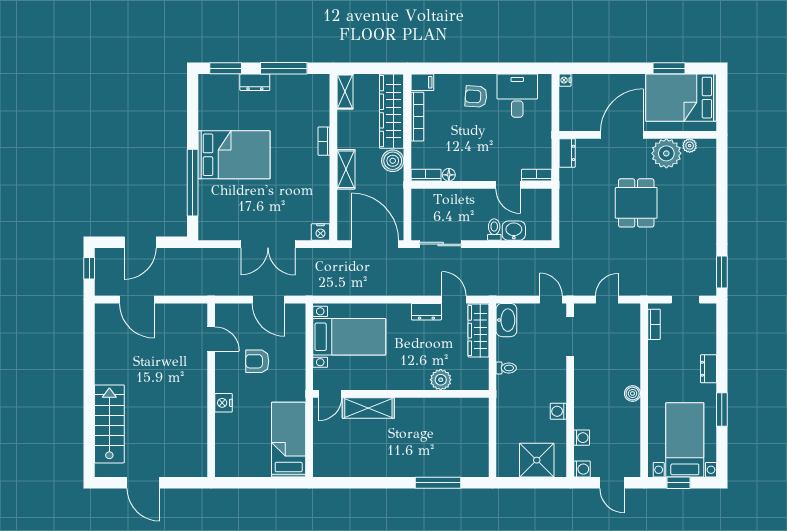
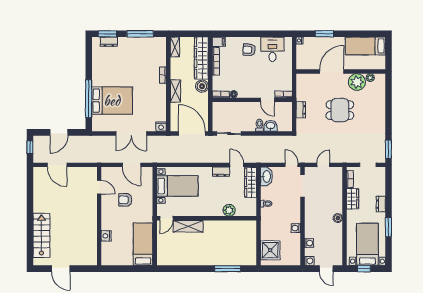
window: (669, 68) -> (324, 34), moved
dresser: (255, 82) -> (109, 42), moved
bed: (681, 98) -> (365, 46), width x0.67
dresser: (567, 153) -> (301, 110), moved
bed: (234, 155) -> (112, 101), moved
dining table: (636, 203) -> (340, 110), turned 90
wardrobe: (659, 359) -> (353, 199), added
nightstand: (224, 403) -> (106, 236), moved
shower: (537, 460) -> (270, 250), moved

